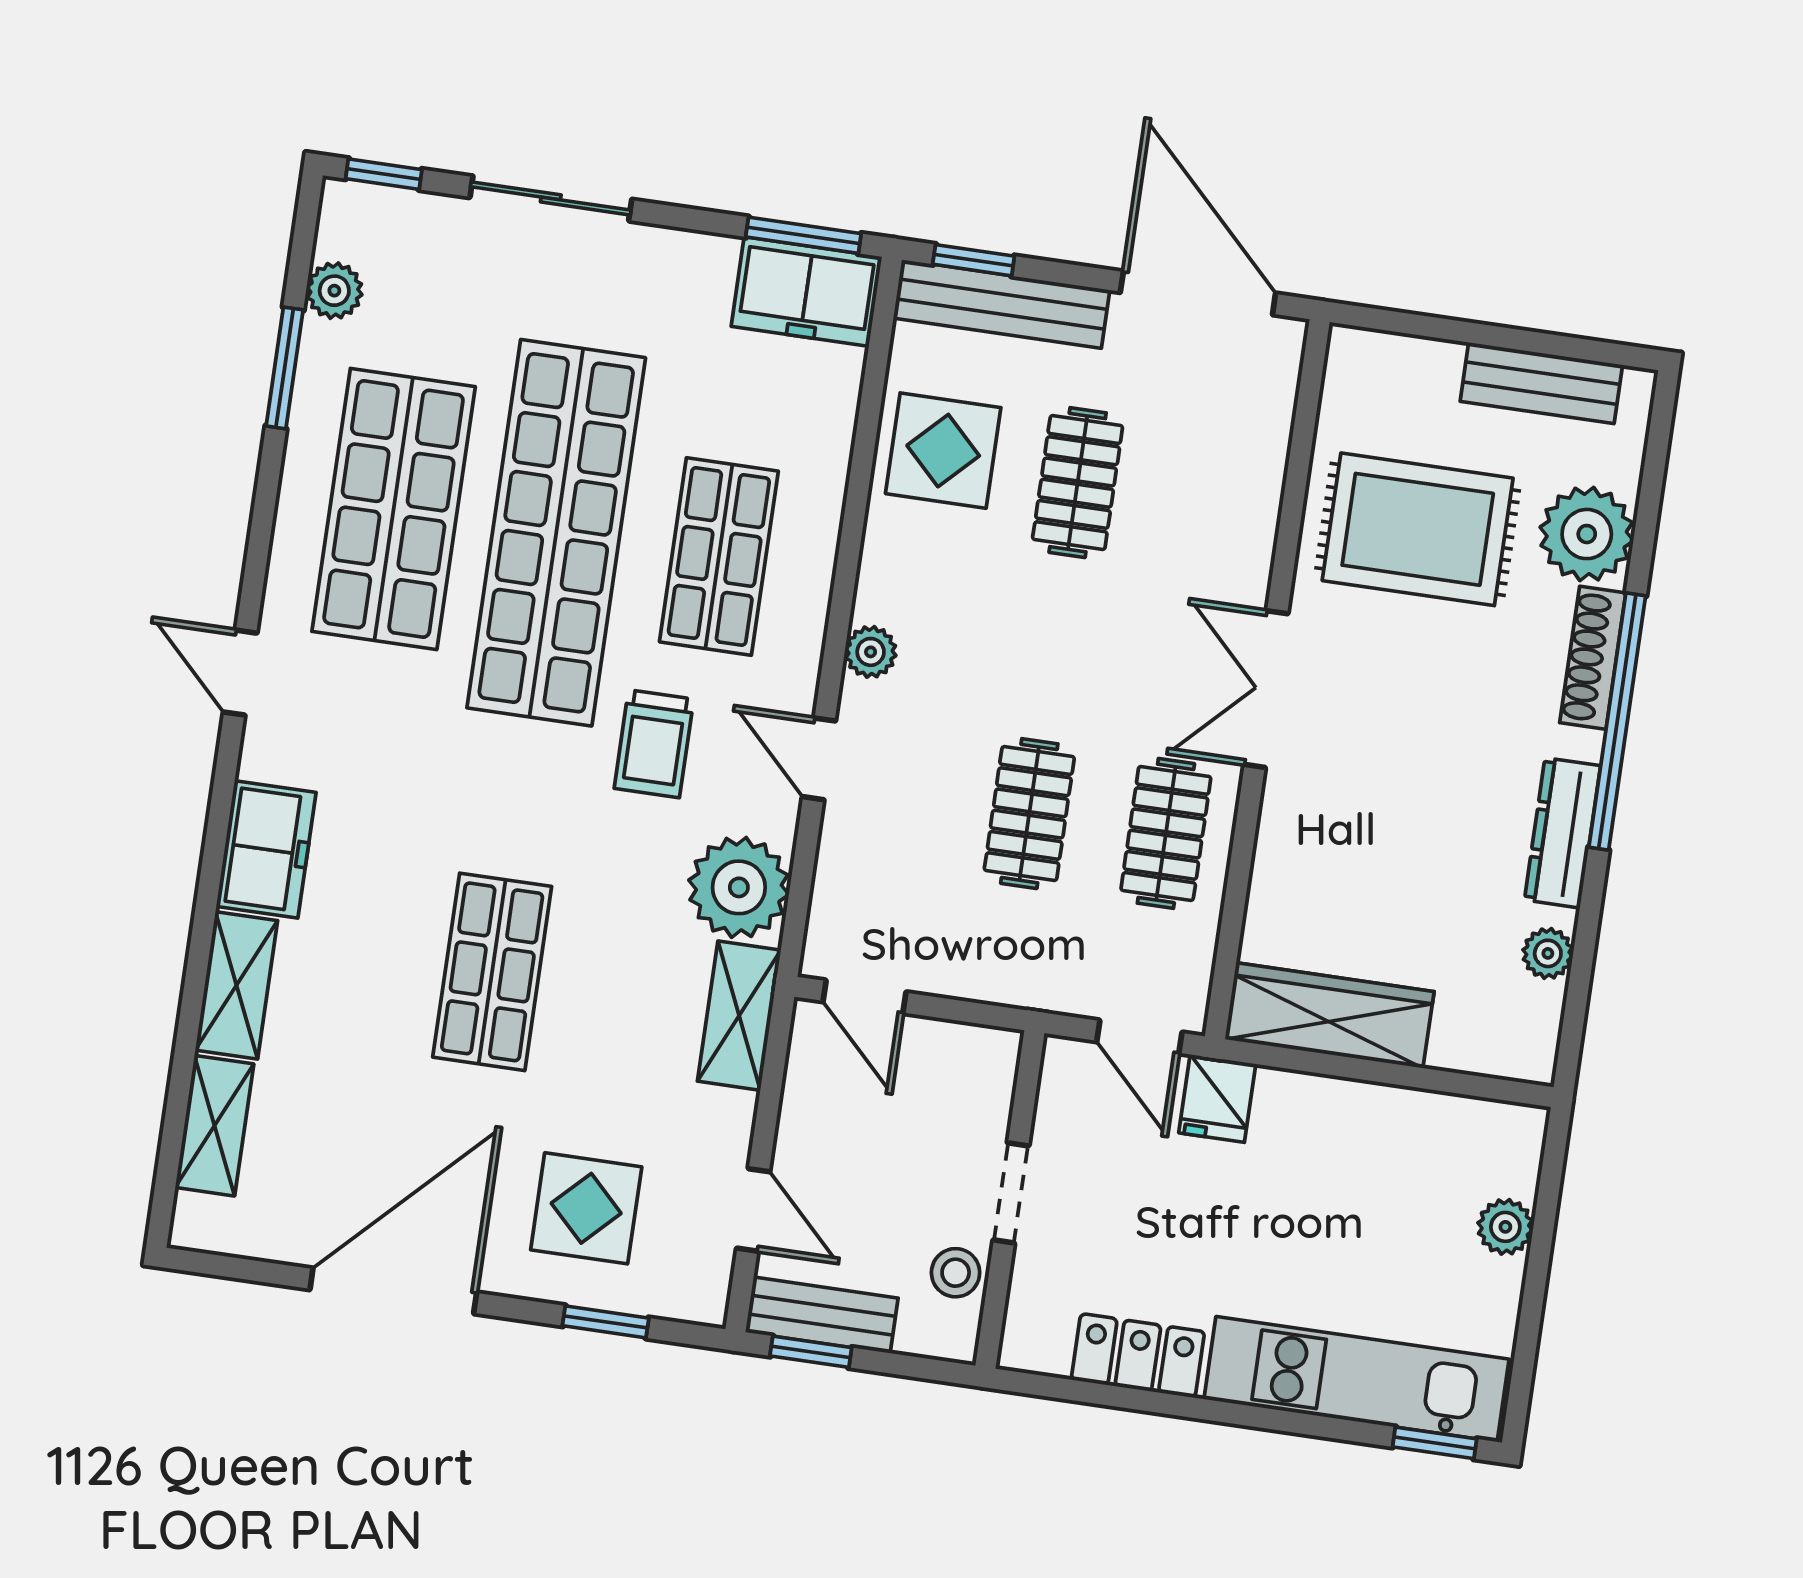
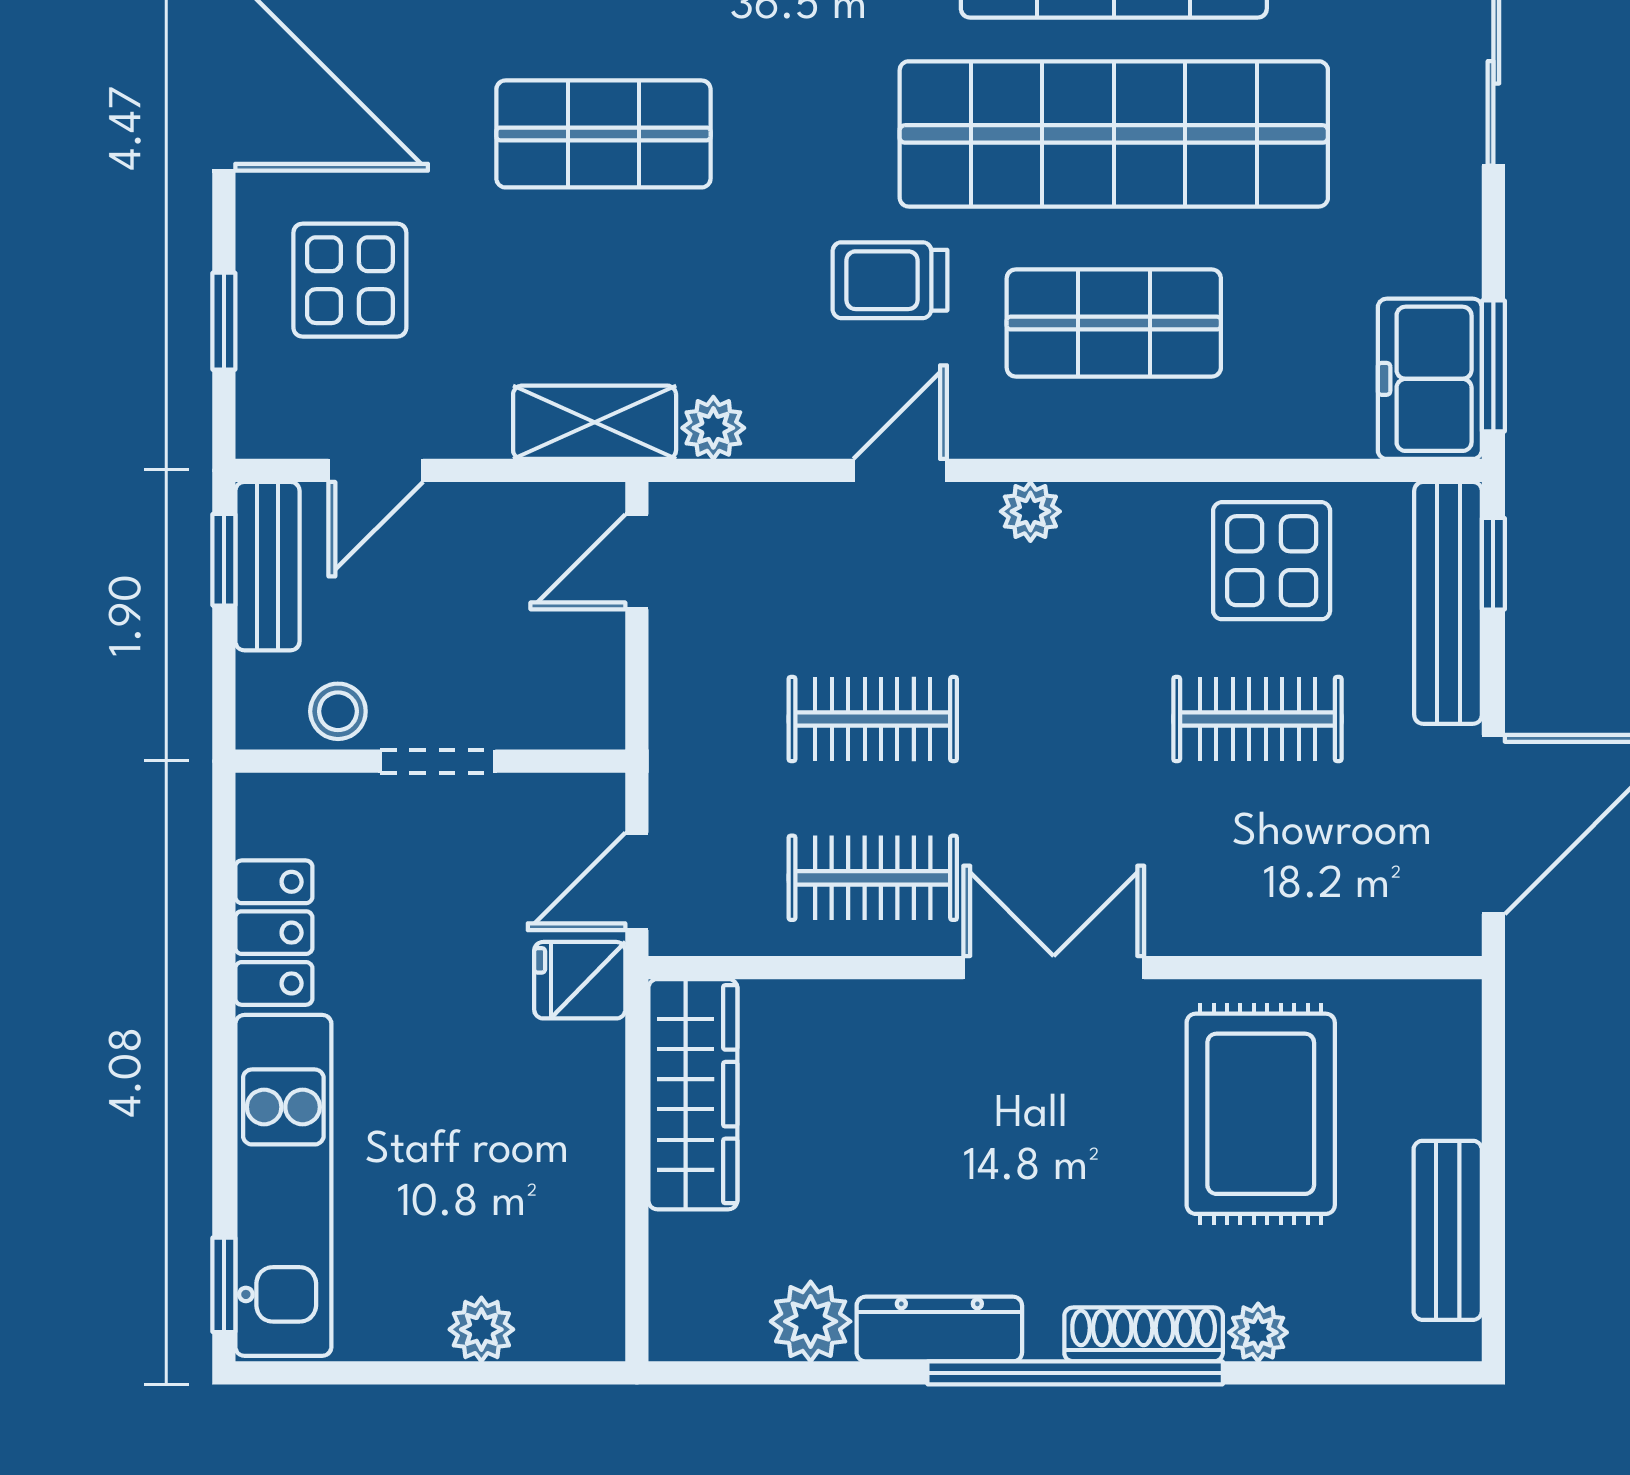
plant: (1587, 534) -> (1258, 1332), width x0.53, depth x0.53
plant: (739, 887) -> (713, 428), width x0.53, depth x0.53
plant: (1548, 953) -> (811, 1321), width x1.38, depth x1.38

